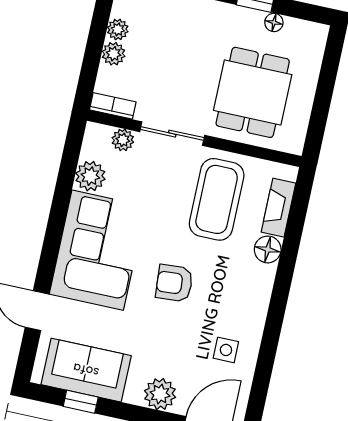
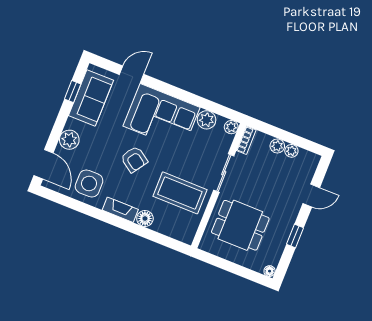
floor lamp: (274, 22) -> (270, 271), moved
plant: (123, 140) -> (231, 127), moved
fireplace: (278, 208) -> (120, 210), moved
armchair: (174, 283) -> (134, 159), turned 128
side table: (226, 350) -> (89, 184), width x1.87, depth x1.87

